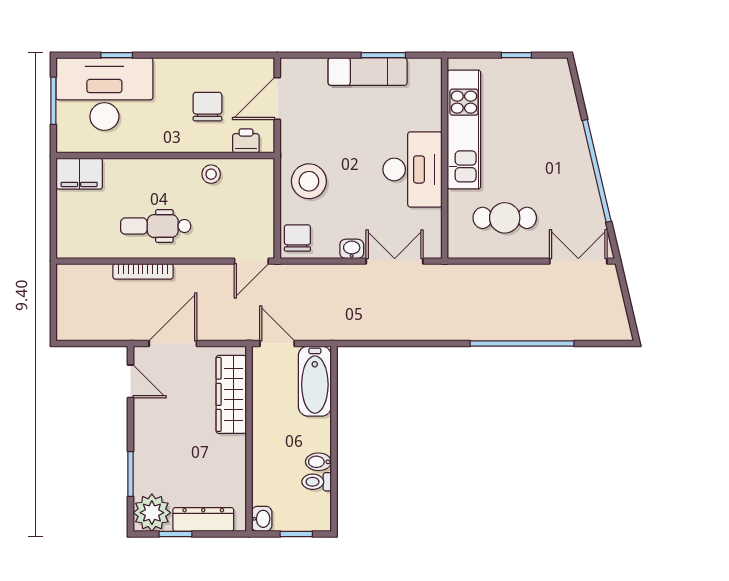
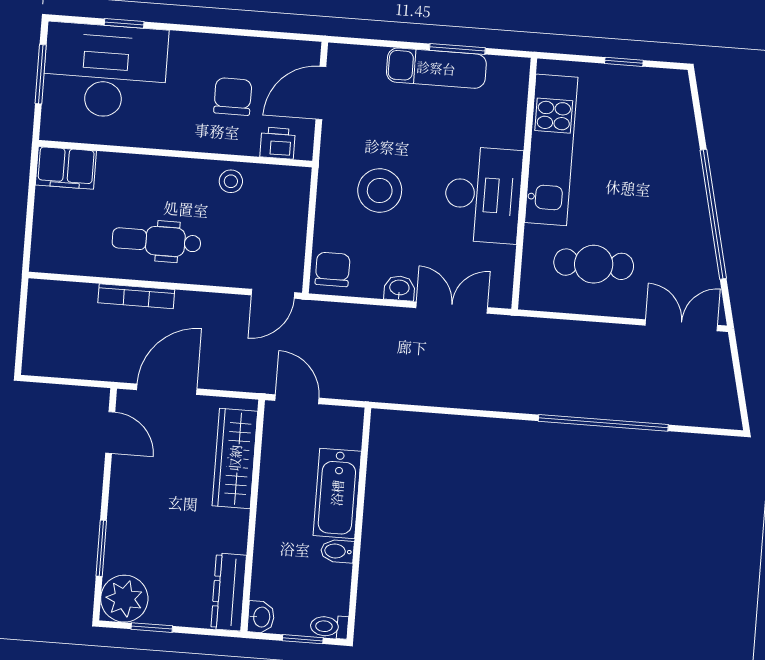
stool: (309, 181) -> (380, 191), moved
bathtub: (315, 381) -> (337, 493), moved
toilet: (317, 482) -> (329, 627), moved
dresser: (203, 519) -> (229, 592), moved, turned -90

